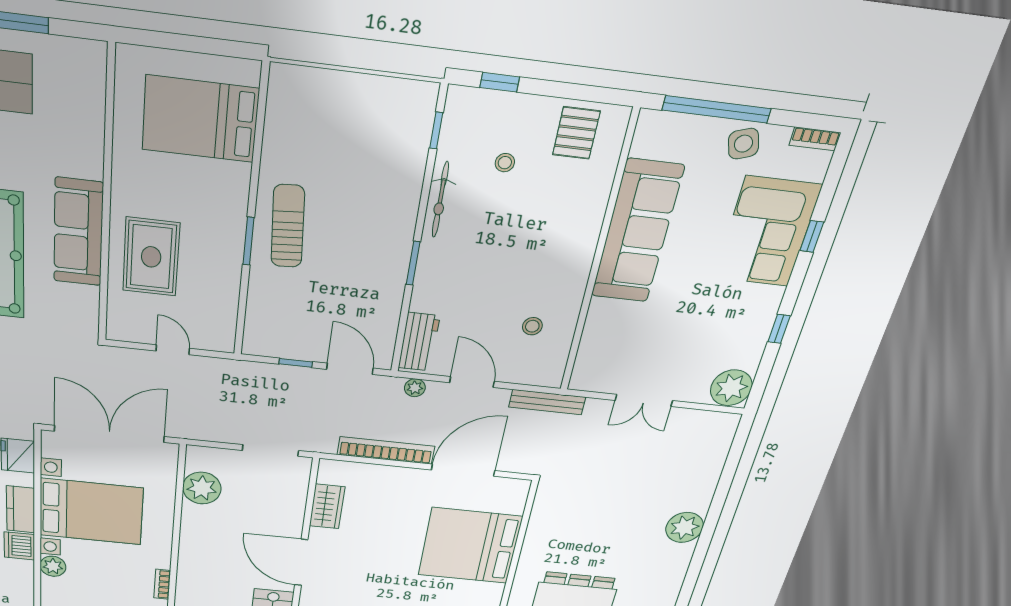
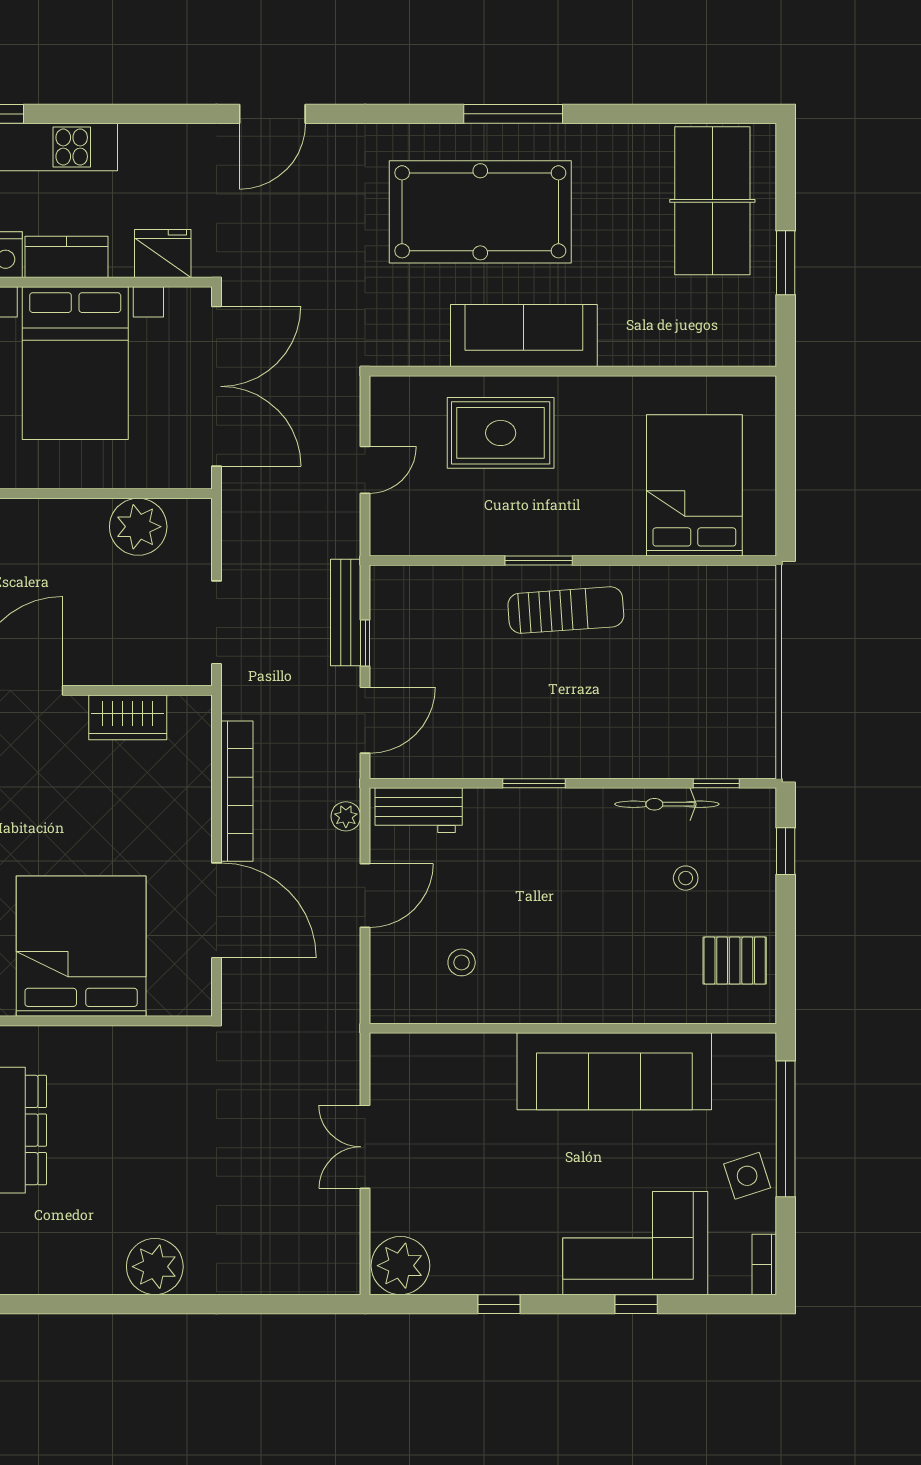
bicycle: (440, 200) -> (667, 804), moved
bench: (547, 402) -> (346, 613), moved

